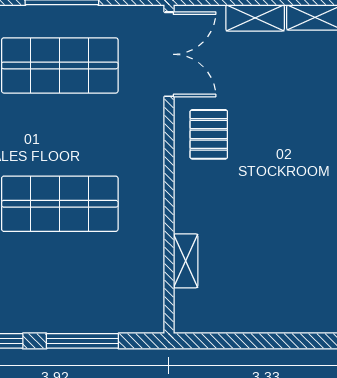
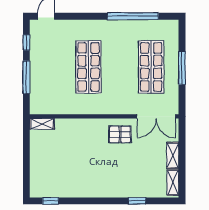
shelving: (186, 261) -> (42, 124), moved

